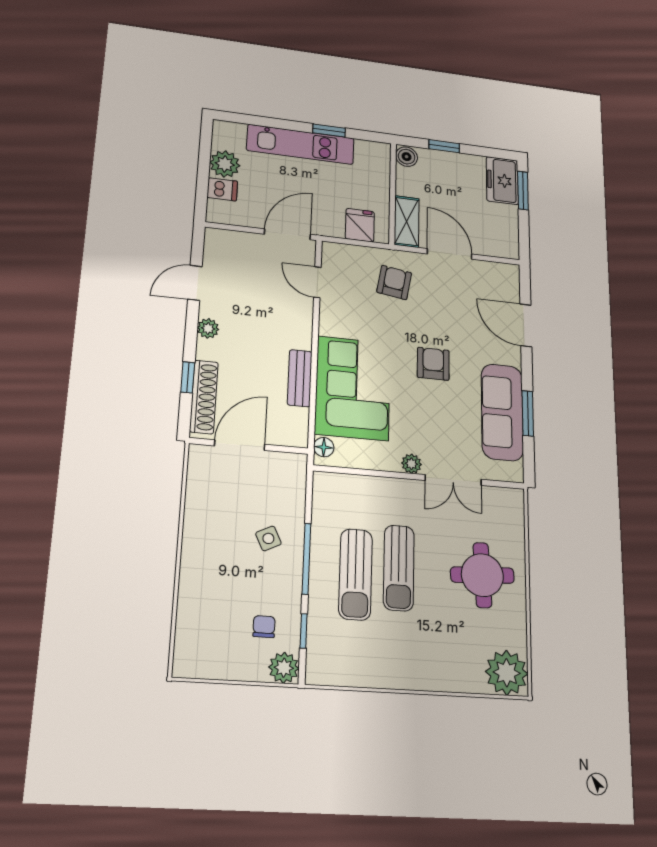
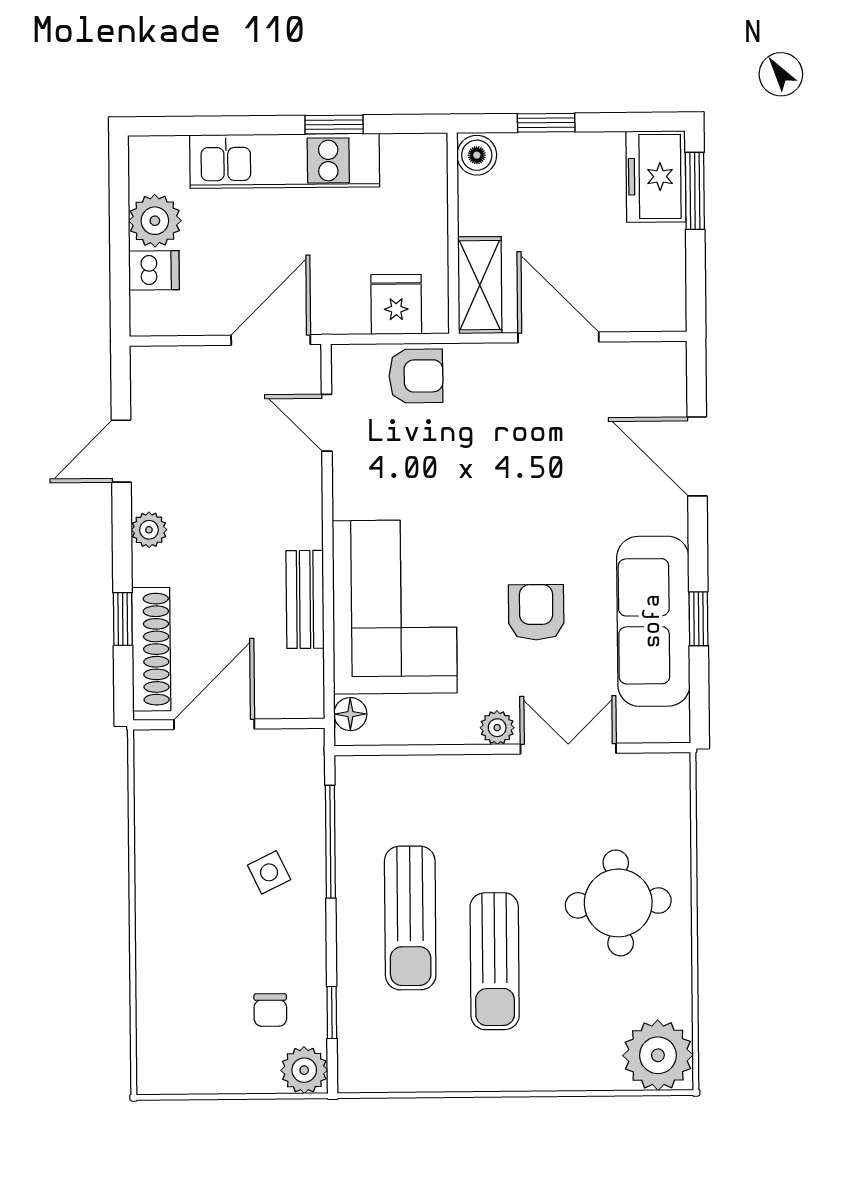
armchair: (394, 282) -> (416, 376), moved, turned 81
armchair: (433, 364) -> (536, 612), moved
window: (528, 413) -> (699, 619), width x0.67
double door: (453, 480) -> (568, 749), swing flipped
window: (306, 559) -> (330, 842), moved
sun lounger: (399, 568) -> (495, 961), moved
chair: (264, 627) -> (270, 1010), turned 180

